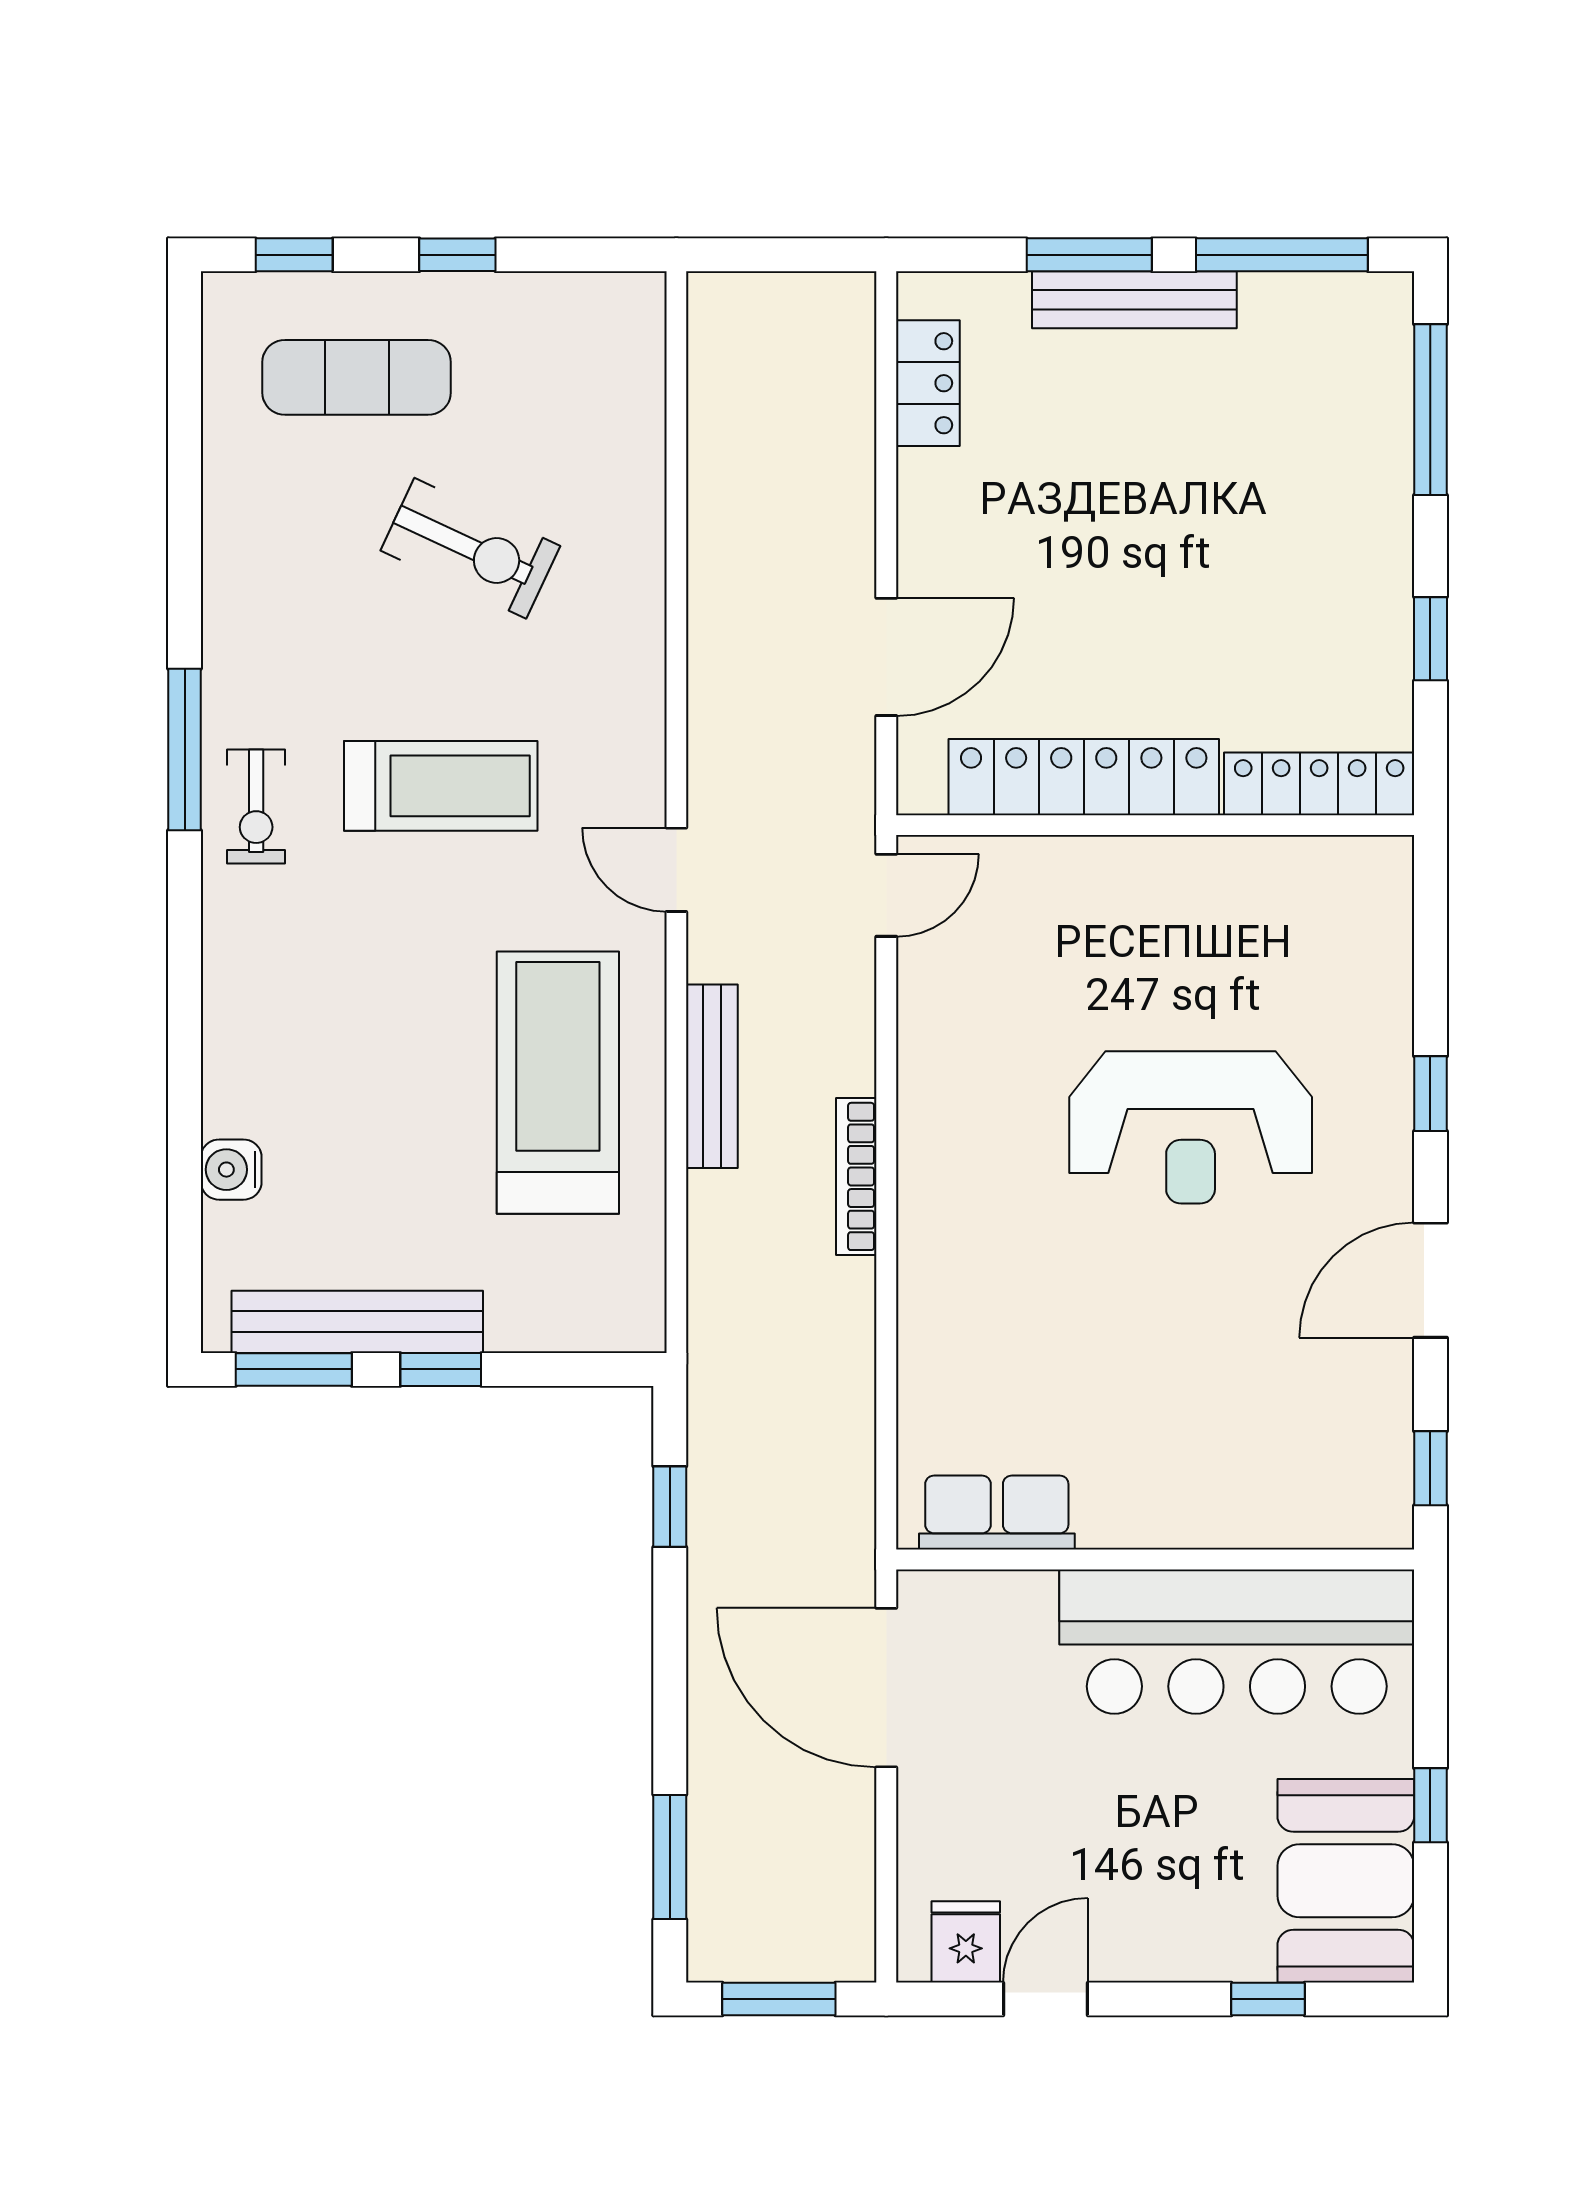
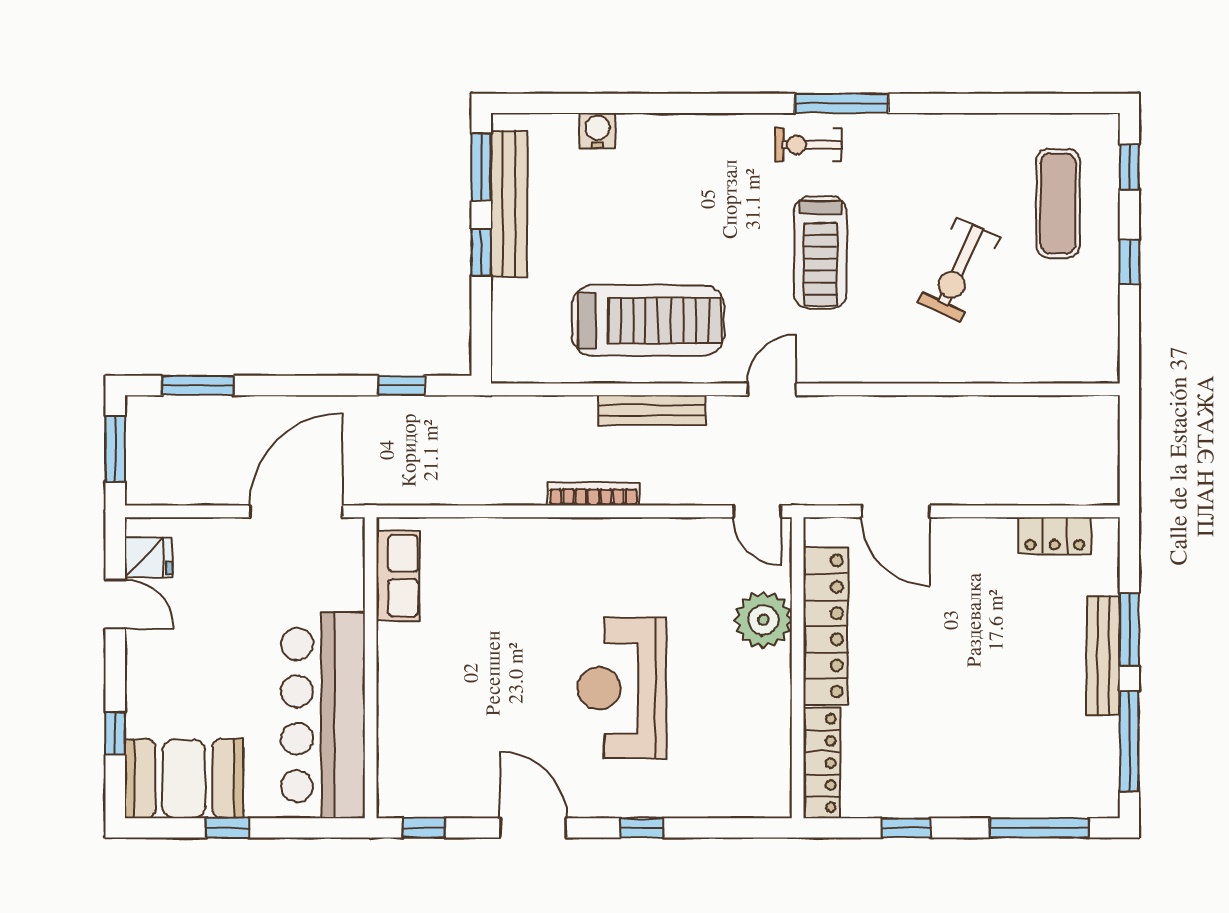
plant: (1073, 884) -> (763, 620), added

